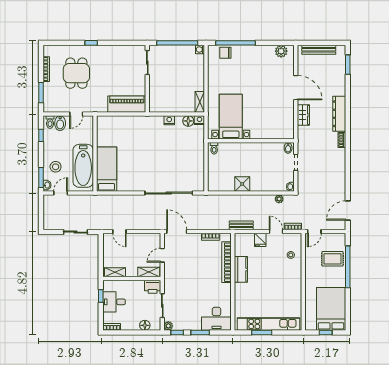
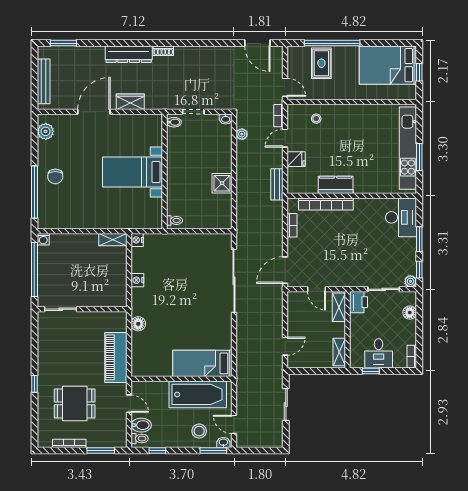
chair: (225, 53) -> (55, 176), moved
piano: (127, 104) -> (116, 357), moved
bed with nightstands: (231, 117) -> (132, 172), moved
floor lamp: (188, 121) -> (138, 324), moved

